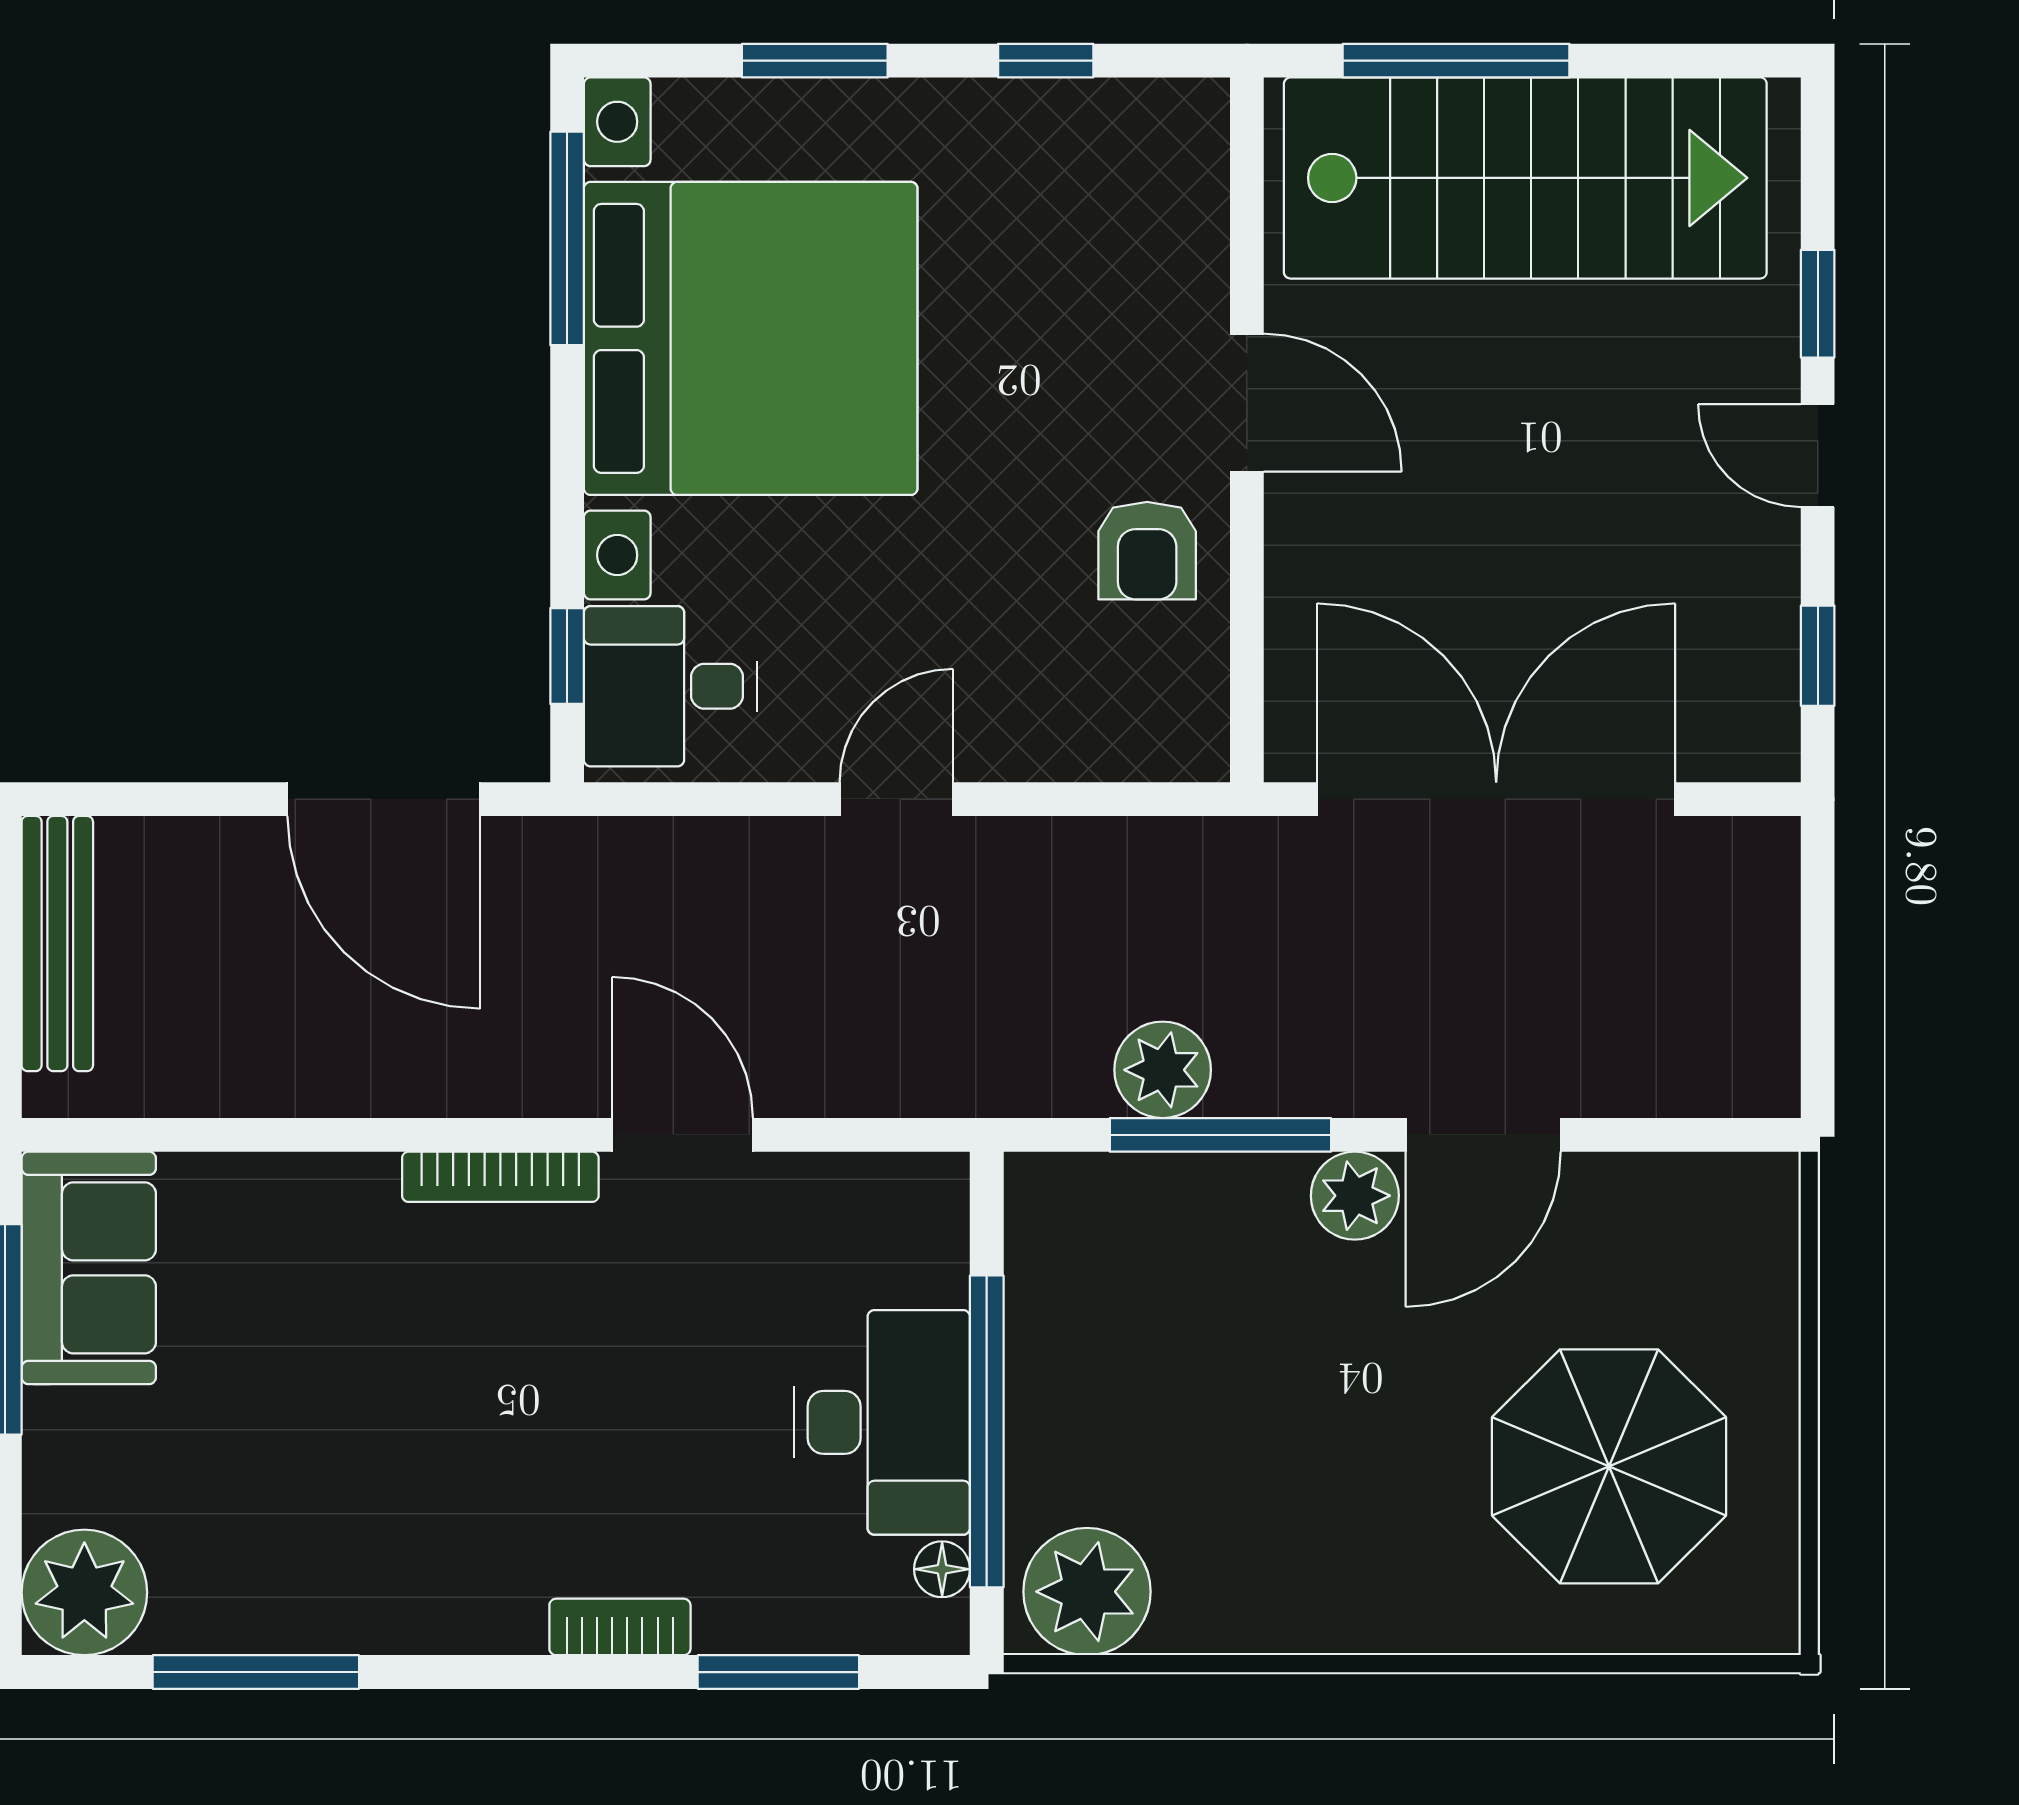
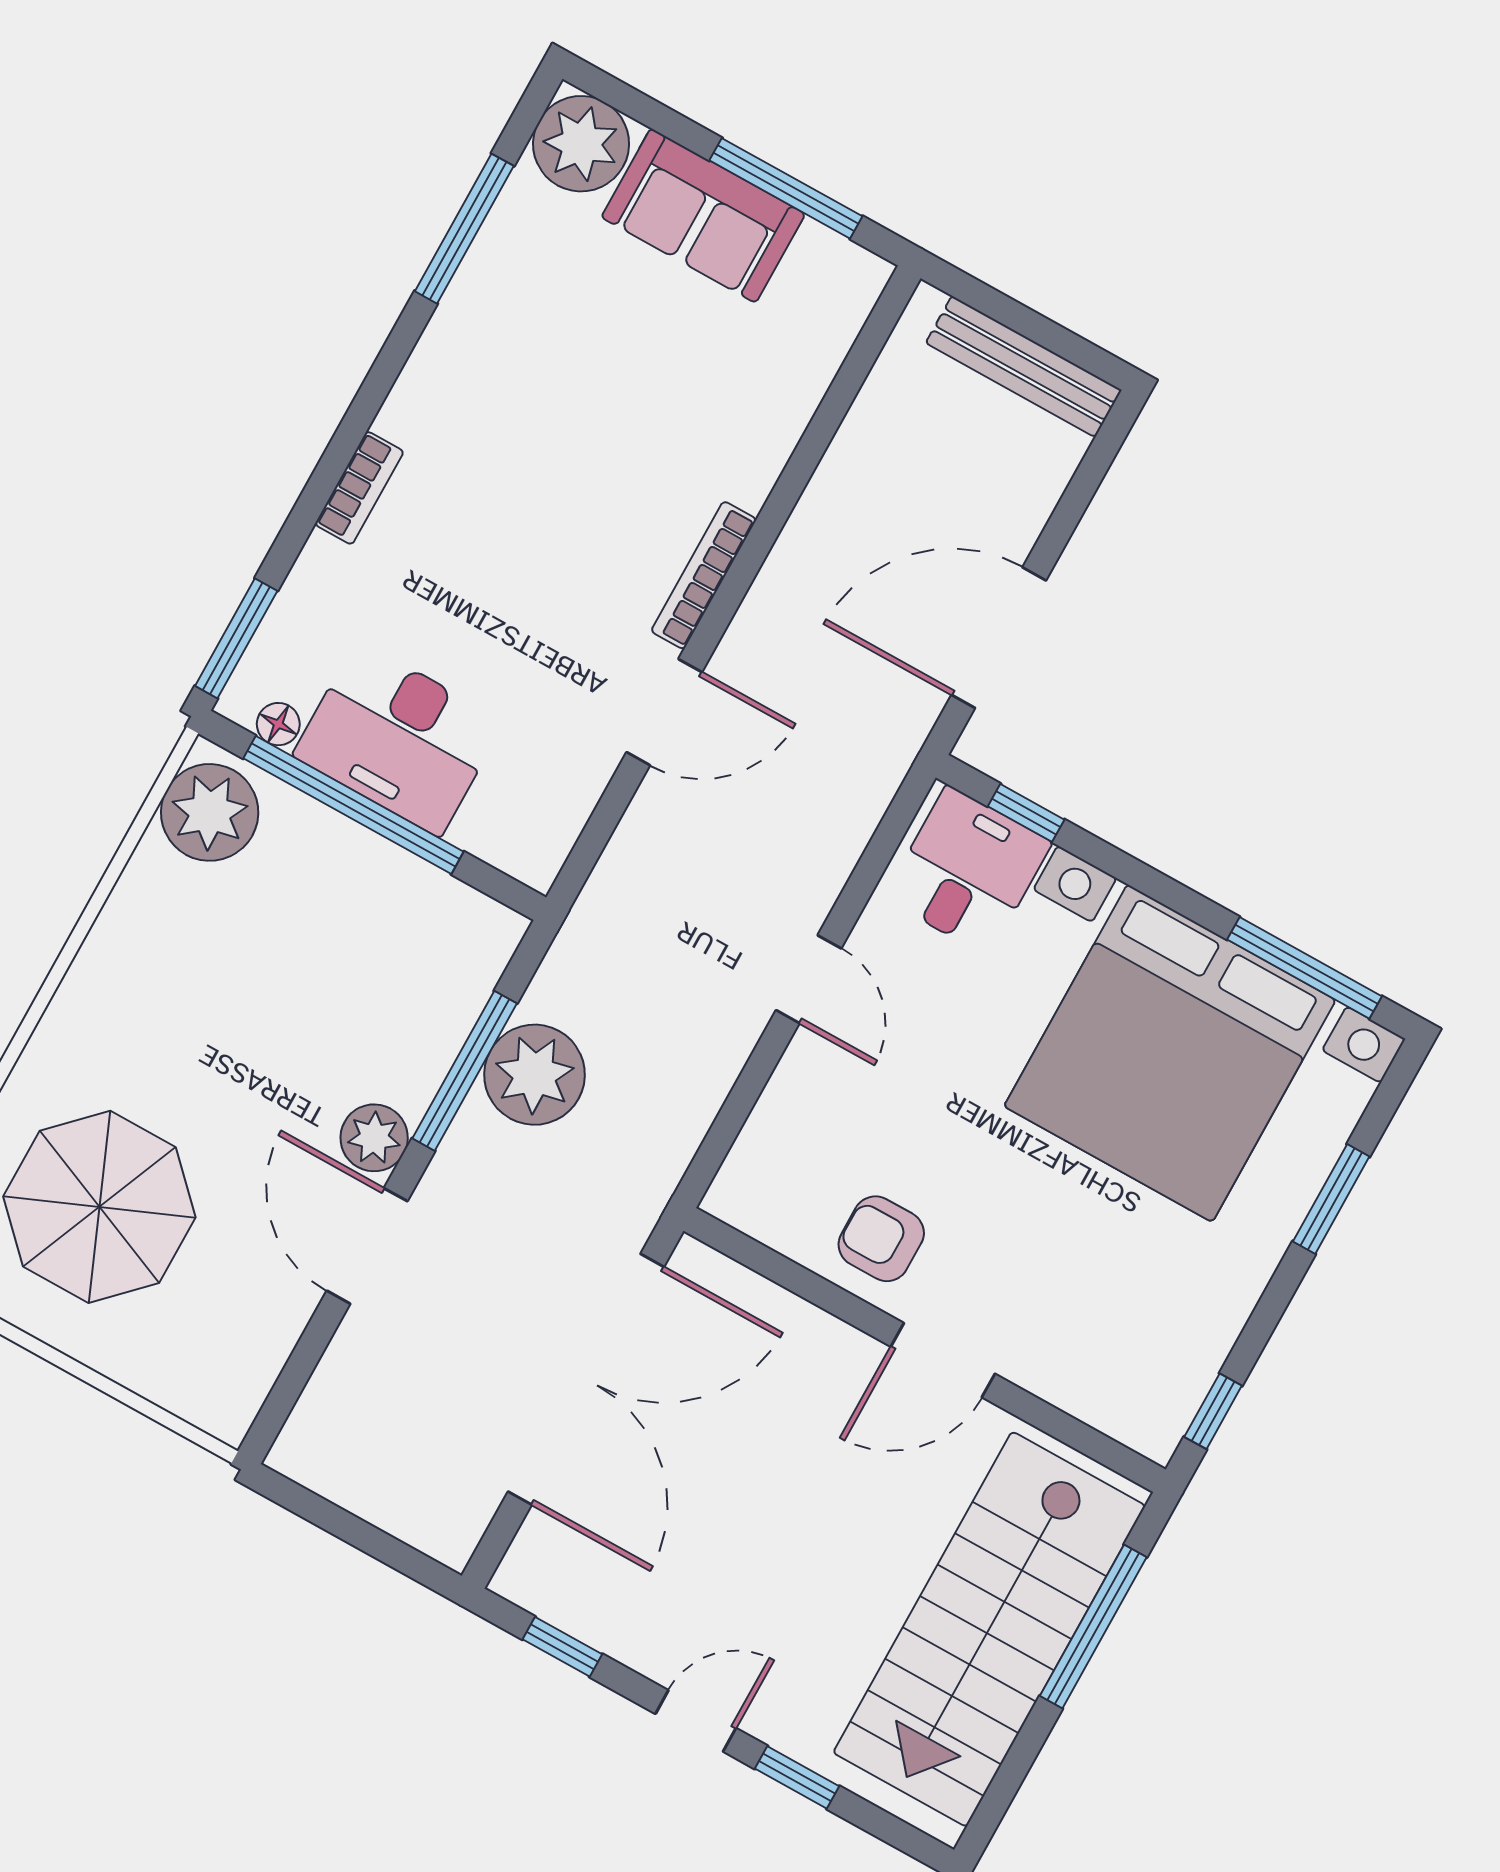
window: (1046, 61) -> (1213, 1411), moved
plant: (1163, 1070) -> (535, 1075), width x1.36, depth x1.36
sofa: (89, 1268) -> (703, 216), moved
window: (778, 1672) -> (236, 638), moved

